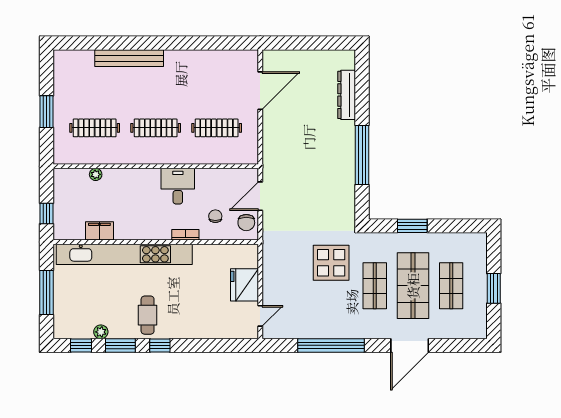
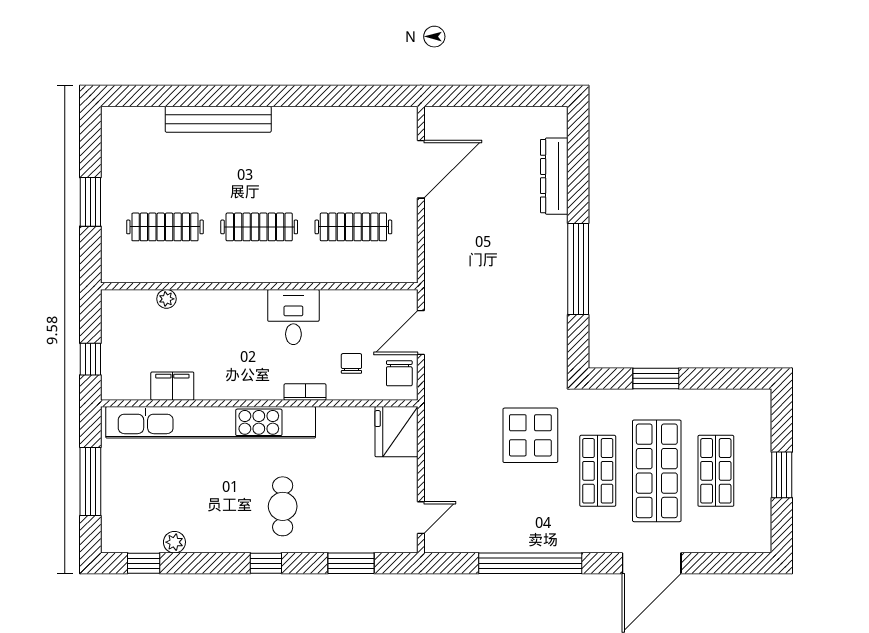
fridge: (244, 285) -> (396, 432), moved
cafe table: (148, 315) -> (283, 506), moved
window: (120, 345) -> (351, 563), moved

